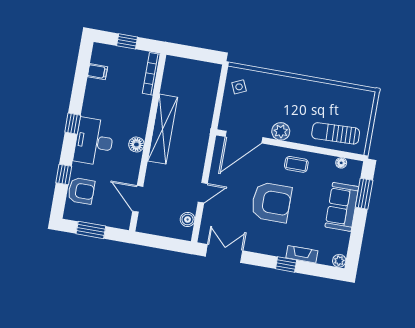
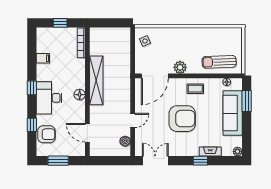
filing cabinet: (97, 72) -> (43, 58), moved
sofa: (342, 207) -> (233, 113), width x1.36

